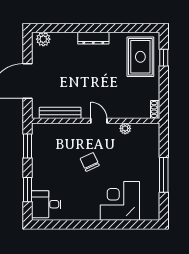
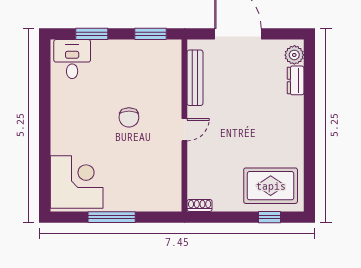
dresser: (93, 38) -> (296, 80), moved, width x0.70
plant: (125, 128) -> (174, 165), removed
chair: (90, 162) -> (129, 117), turned 115
corner desk: (120, 201) -> (77, 182), moved

